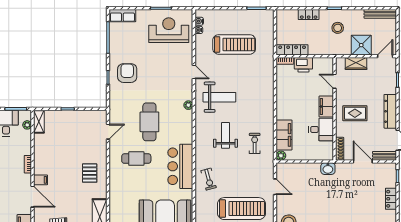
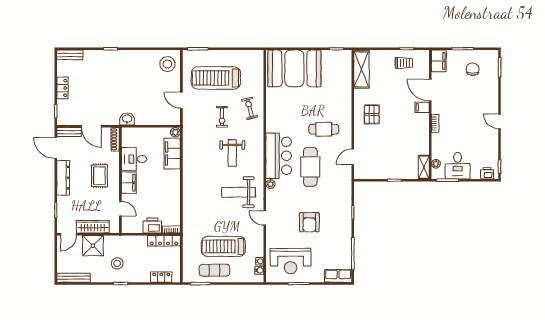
locker: (309, 15) -> (161, 277), moved
exercise mat: (243, 21) -> (214, 270), added
wardrobe: (356, 64) -> (93, 227), width x1.50
armchair: (127, 73) -> (309, 222), moved
rug: (355, 113) -> (99, 176), turned 90
exercise bike: (255, 143) -> (222, 117), moved
bar counter: (180, 166) -> (279, 156), moved

